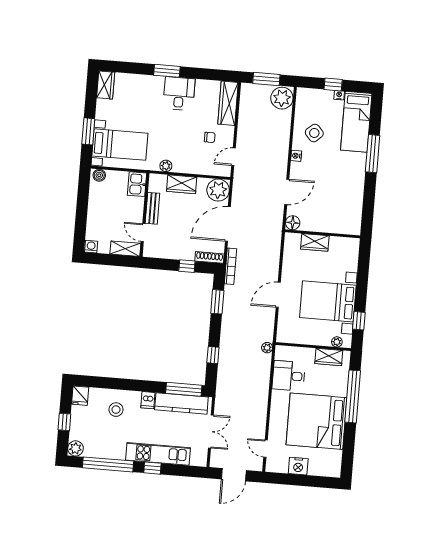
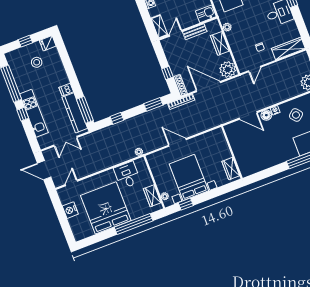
door: (233, 157) -> (255, 69), swing flipped
floor lamp: (293, 223) -> (266, 115), moved
wardrobe: (315, 242) -> (231, 169), moved
stool: (116, 410) -> (37, 62), moved
plant: (76, 448) -> (11, 57), removed

